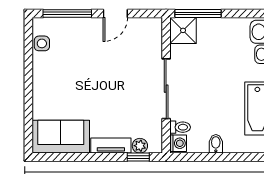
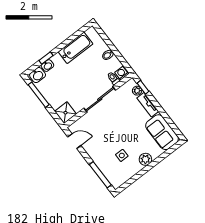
door: (115, 13) -> (74, 141), moved
window: (198, 13) -> (39, 95), moved
side table: (42, 43) -> (122, 155), moved
plant: (42, 88) -> (145, 159), added

